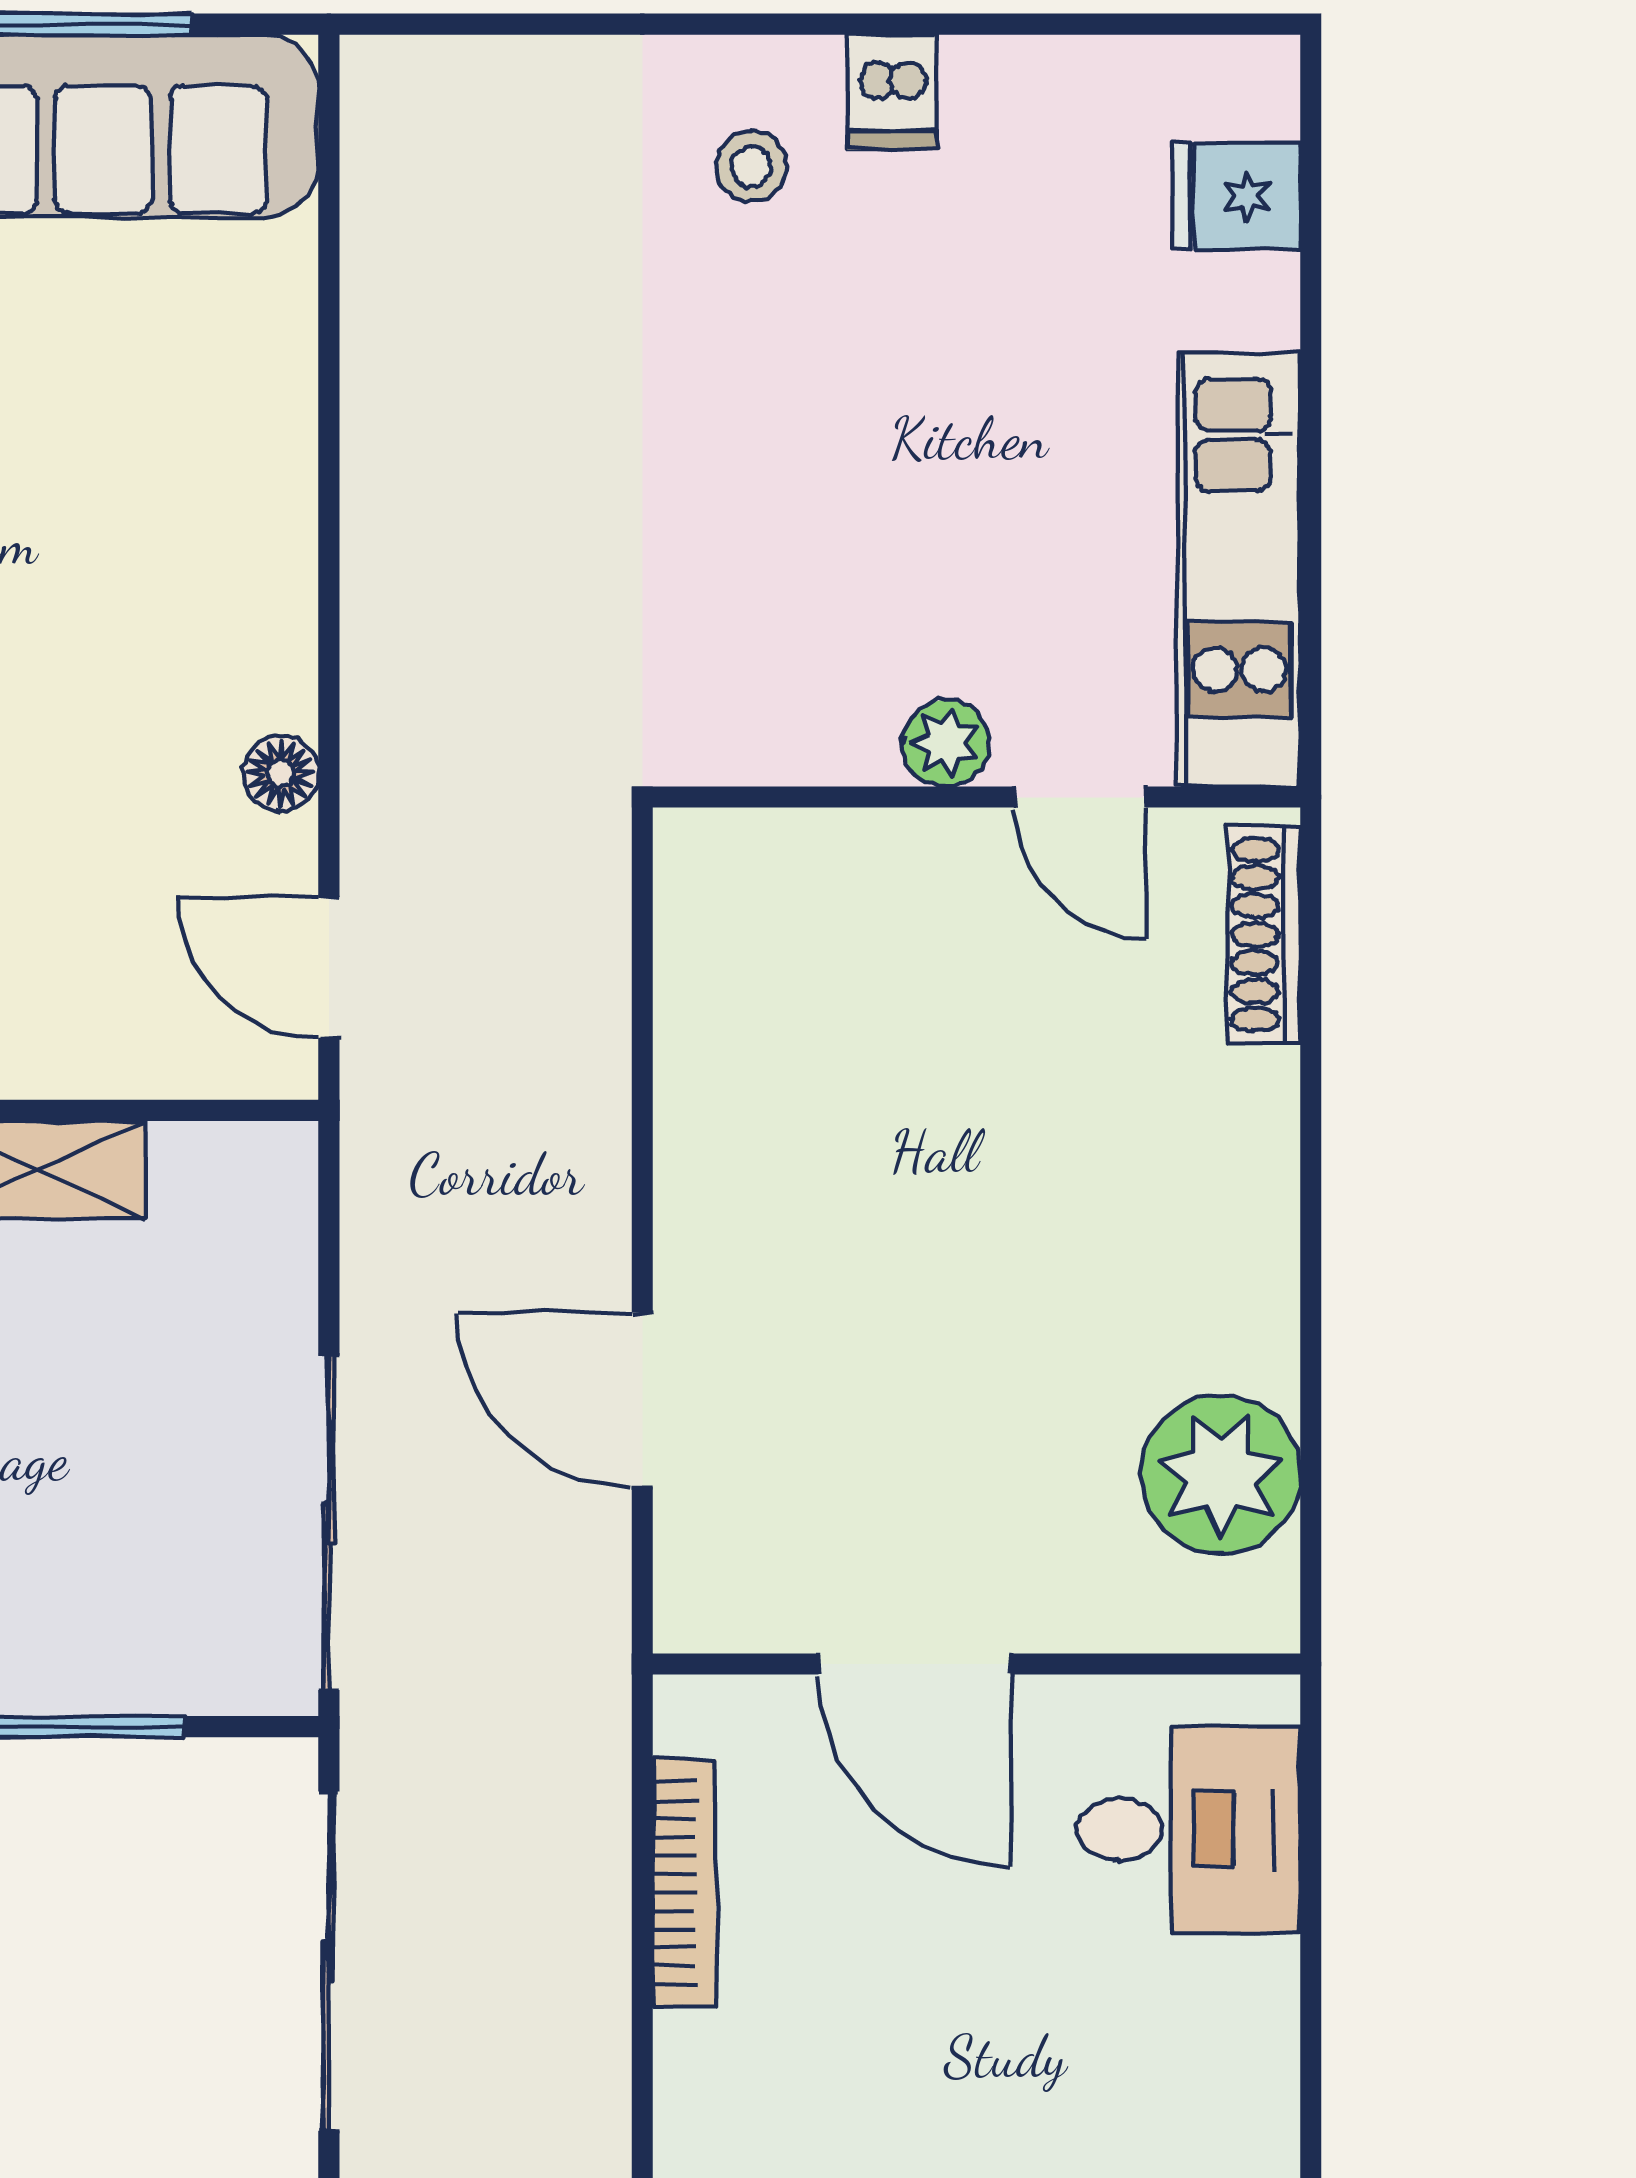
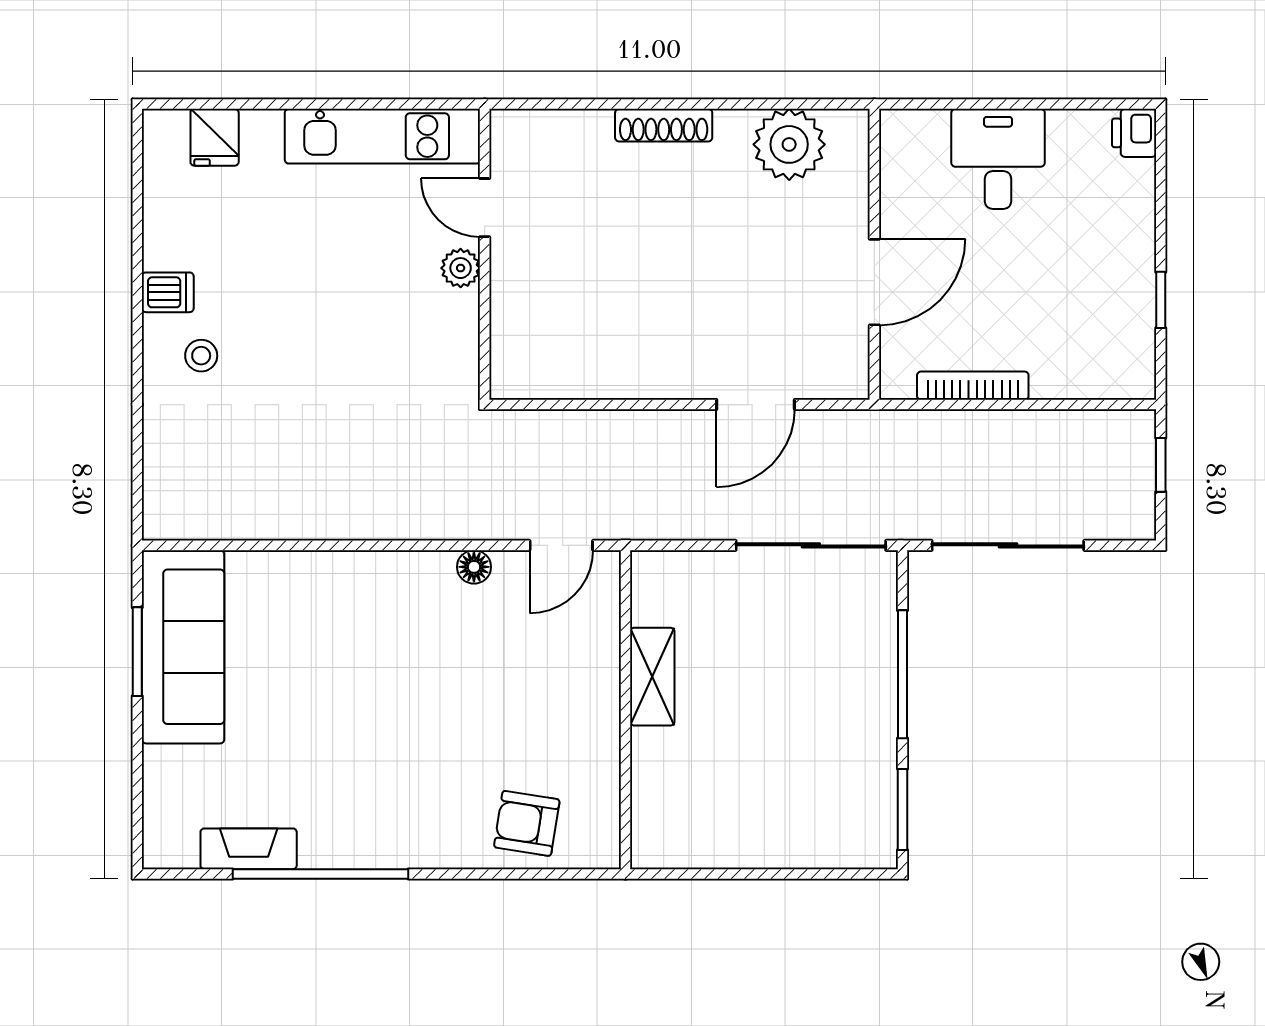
door: (1080, 797) -> (485, 208), swing flipped
shoe rack: (1264, 935) -> (664, 125), moved
desk: (1189, 1830) -> (998, 159), moved

